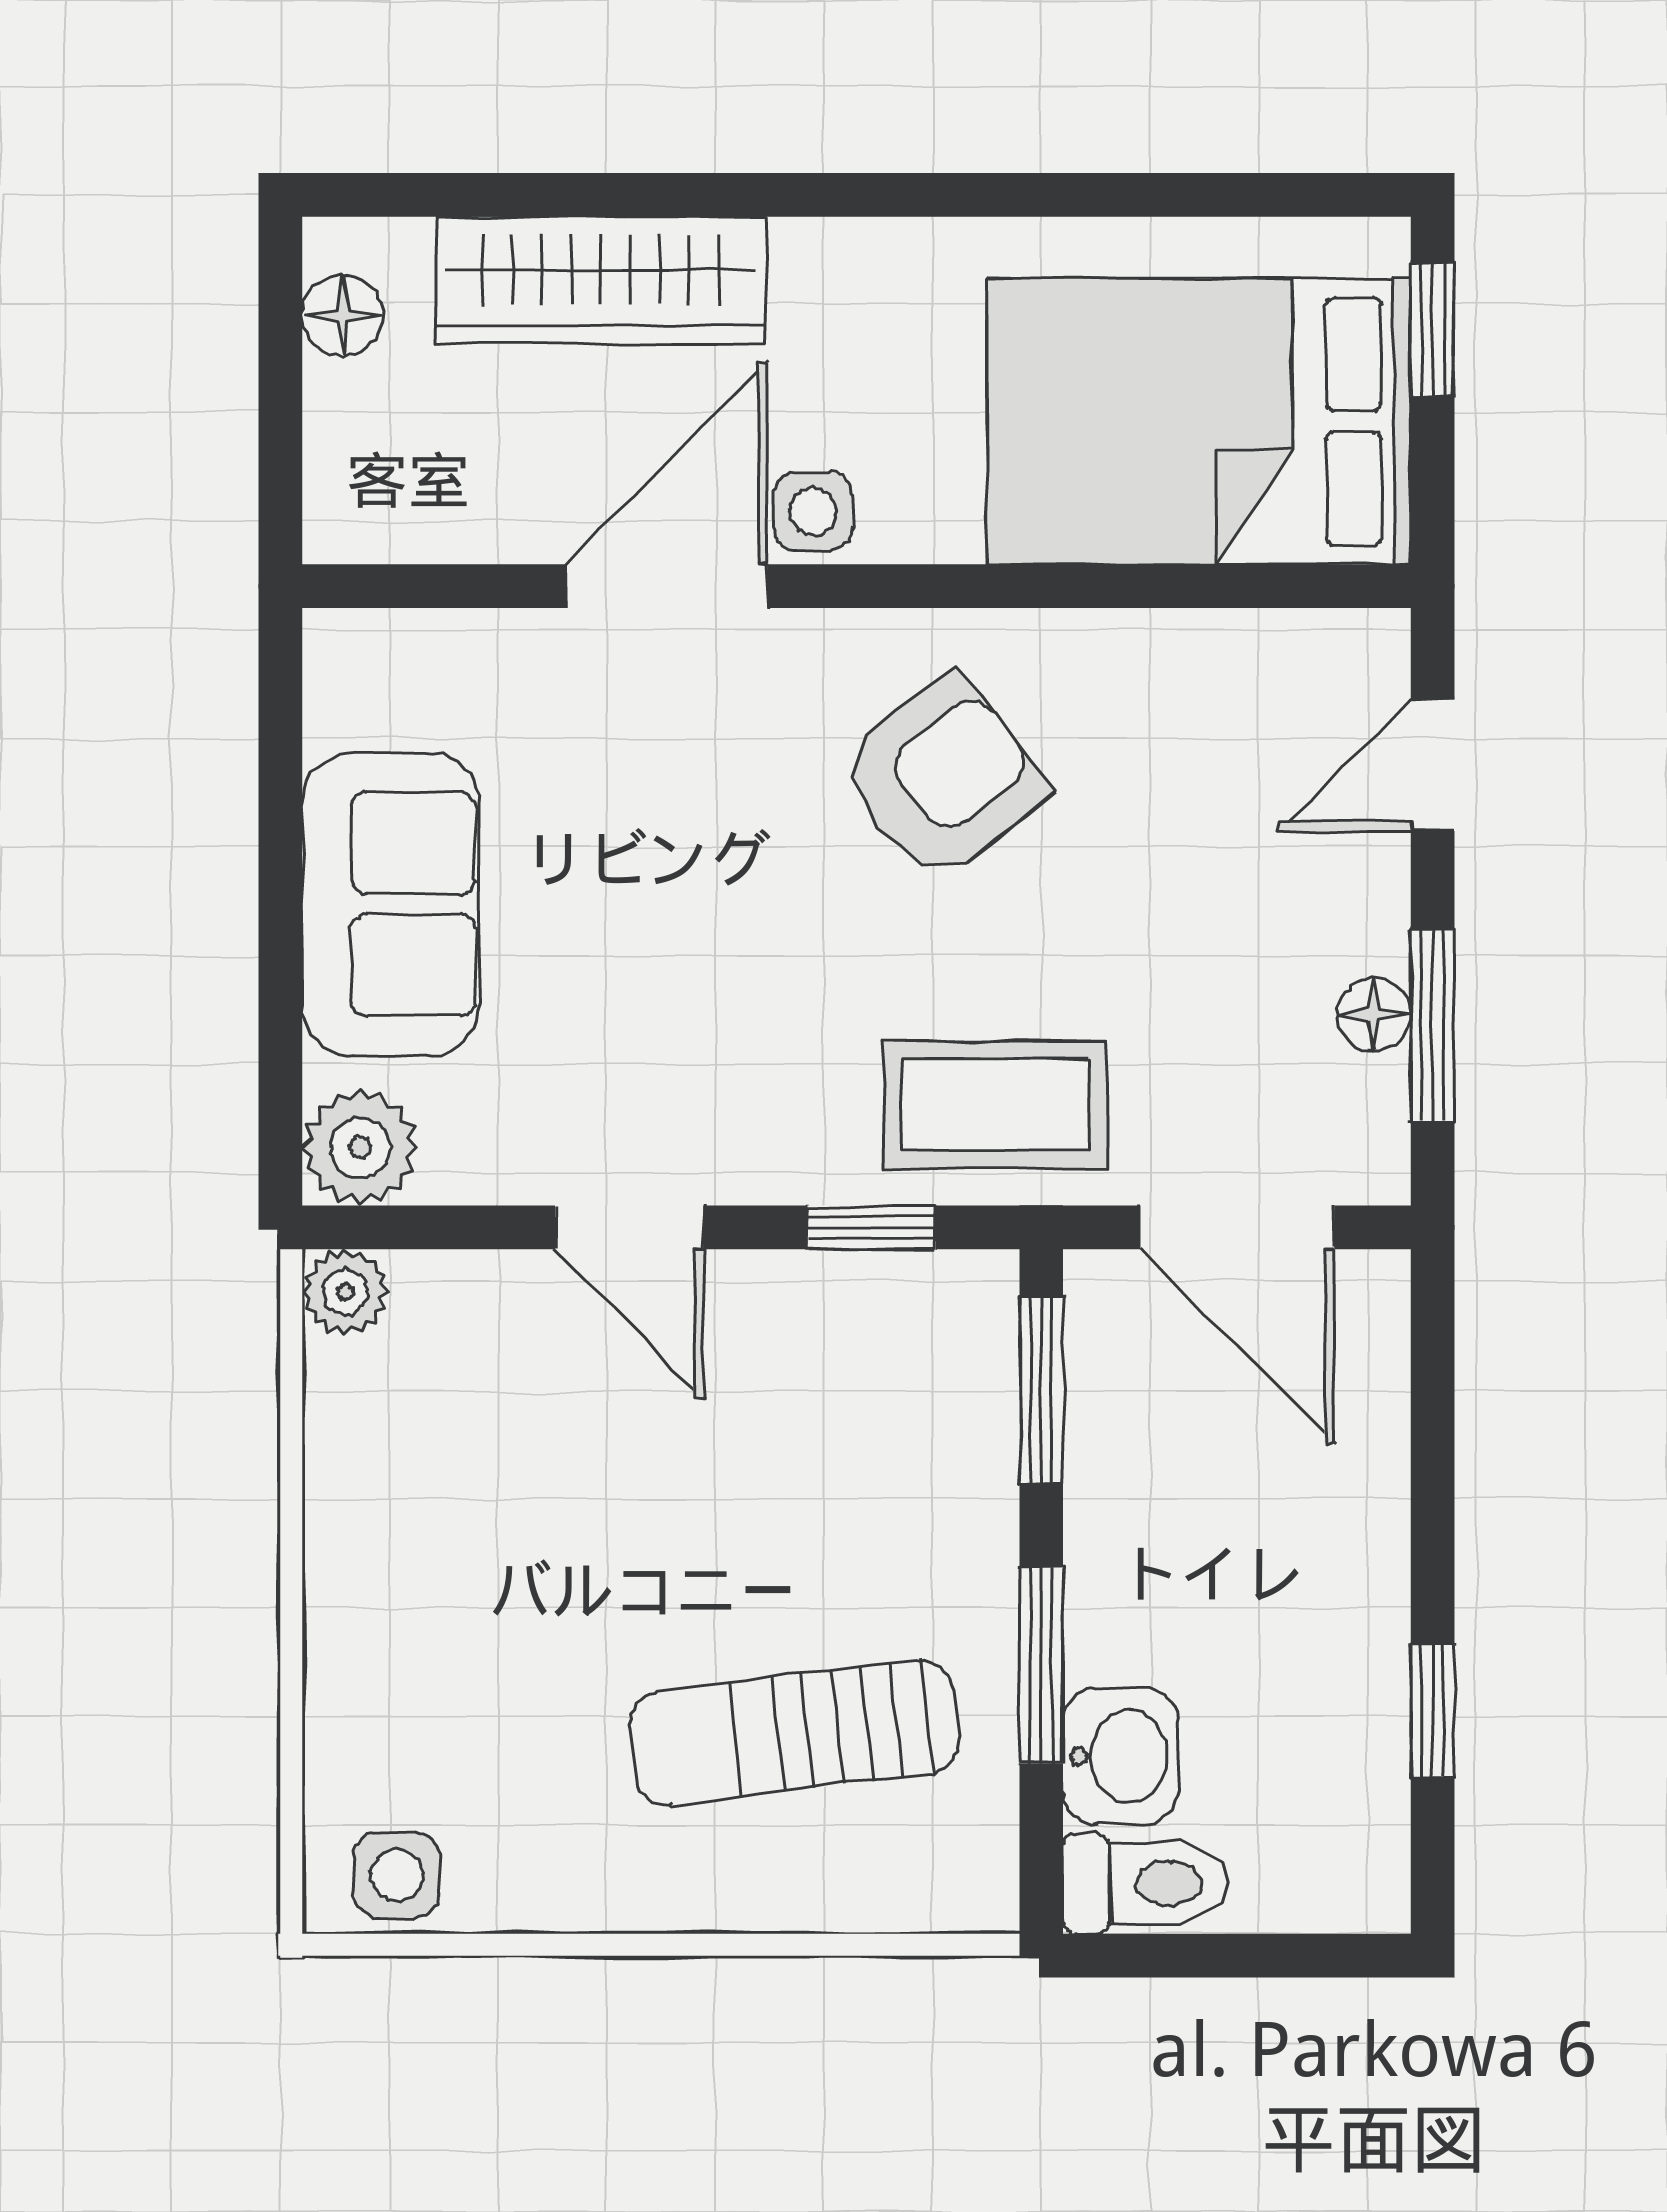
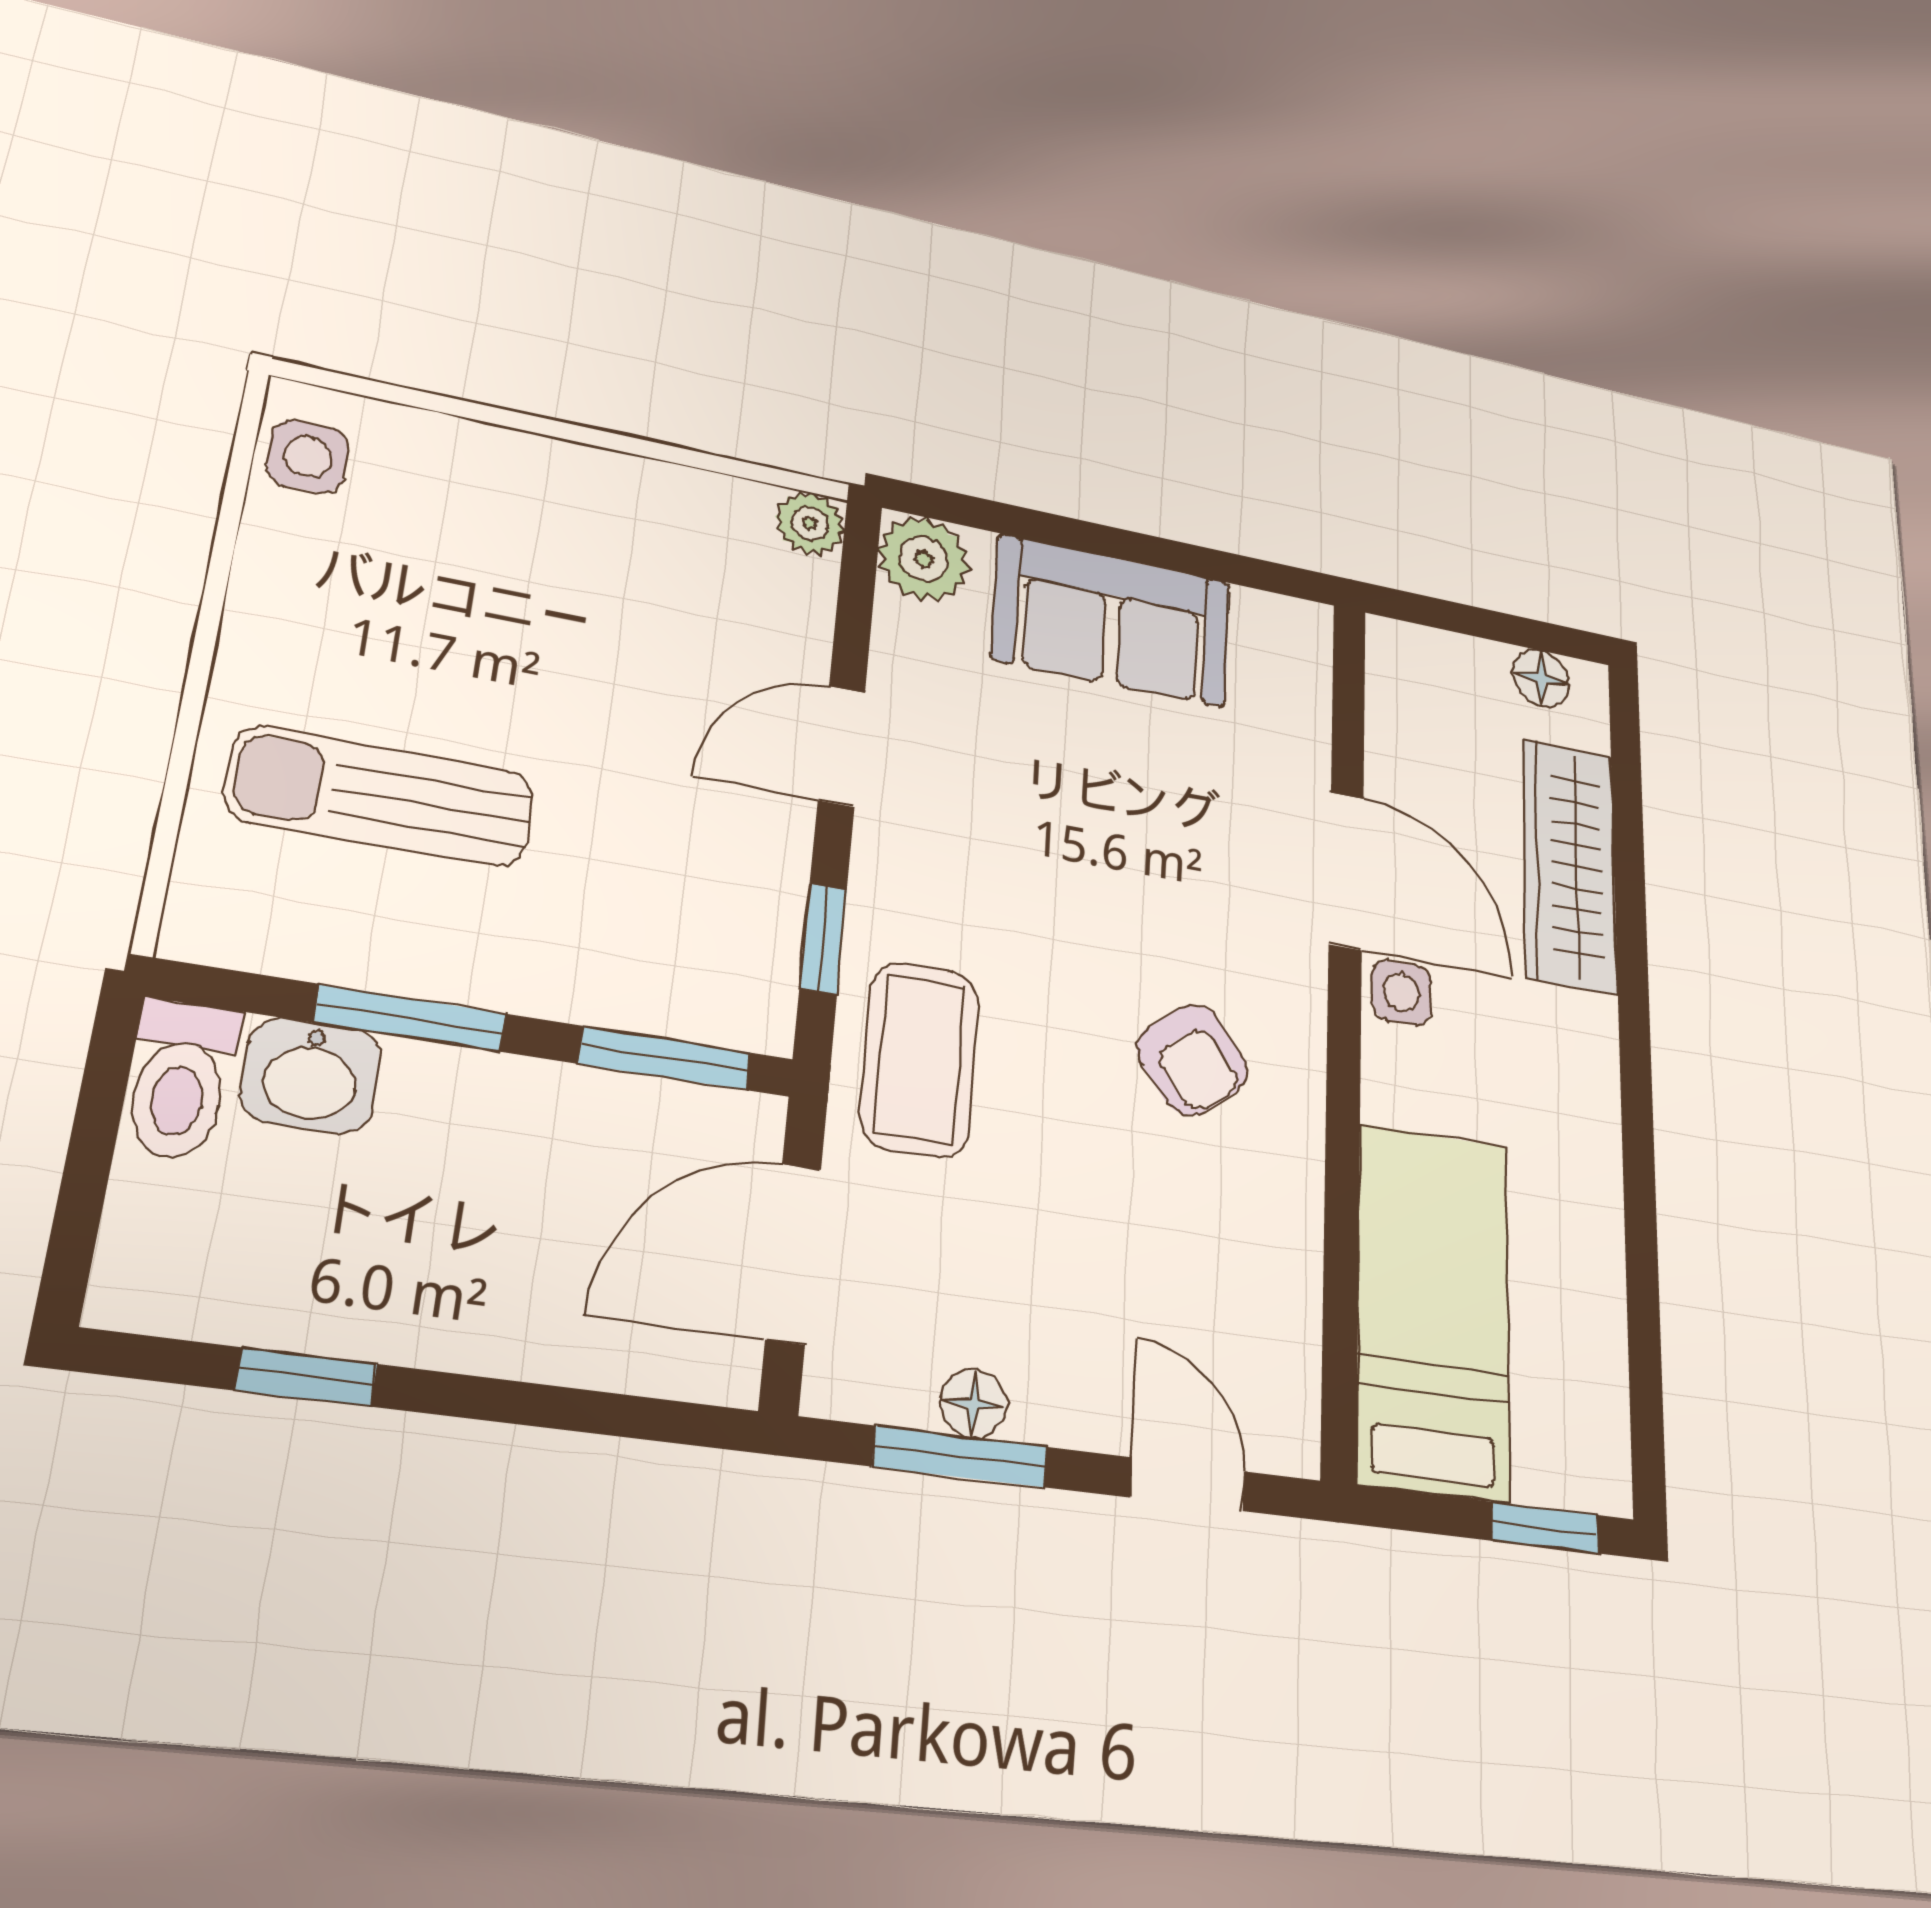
bed: (1199, 421) -> (1434, 1310), width x0.67
armchair: (942, 778) -> (1192, 1059), width x0.72, depth x0.72
sun lounger: (794, 1733) -> (381, 796), turned -83

